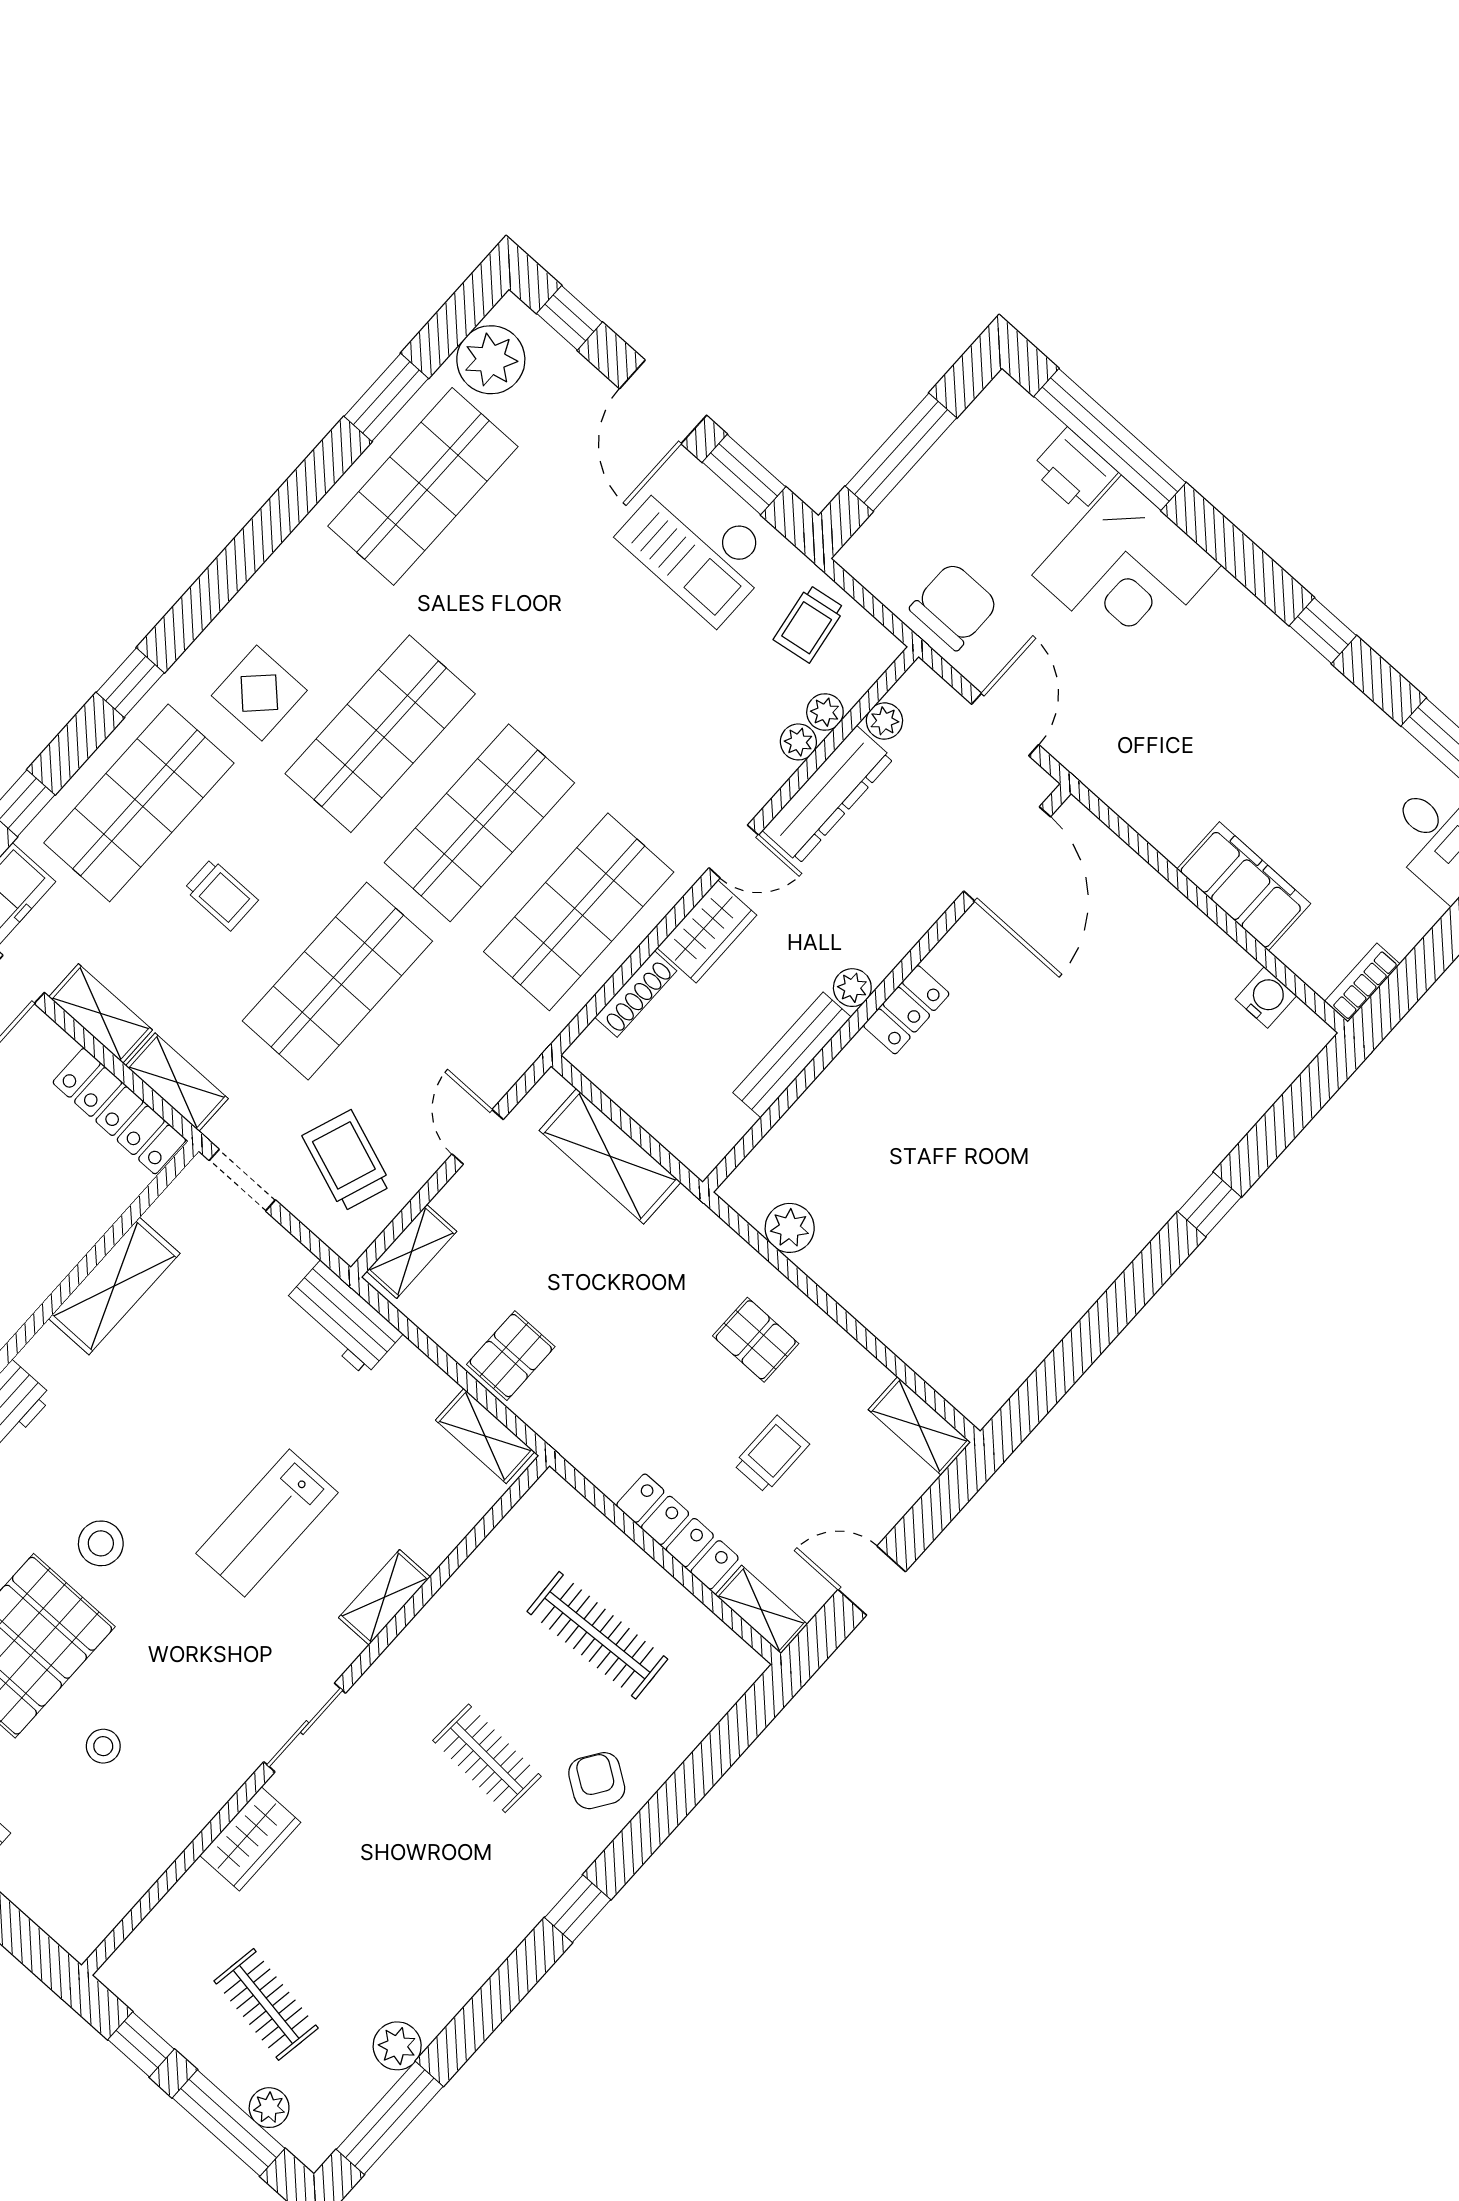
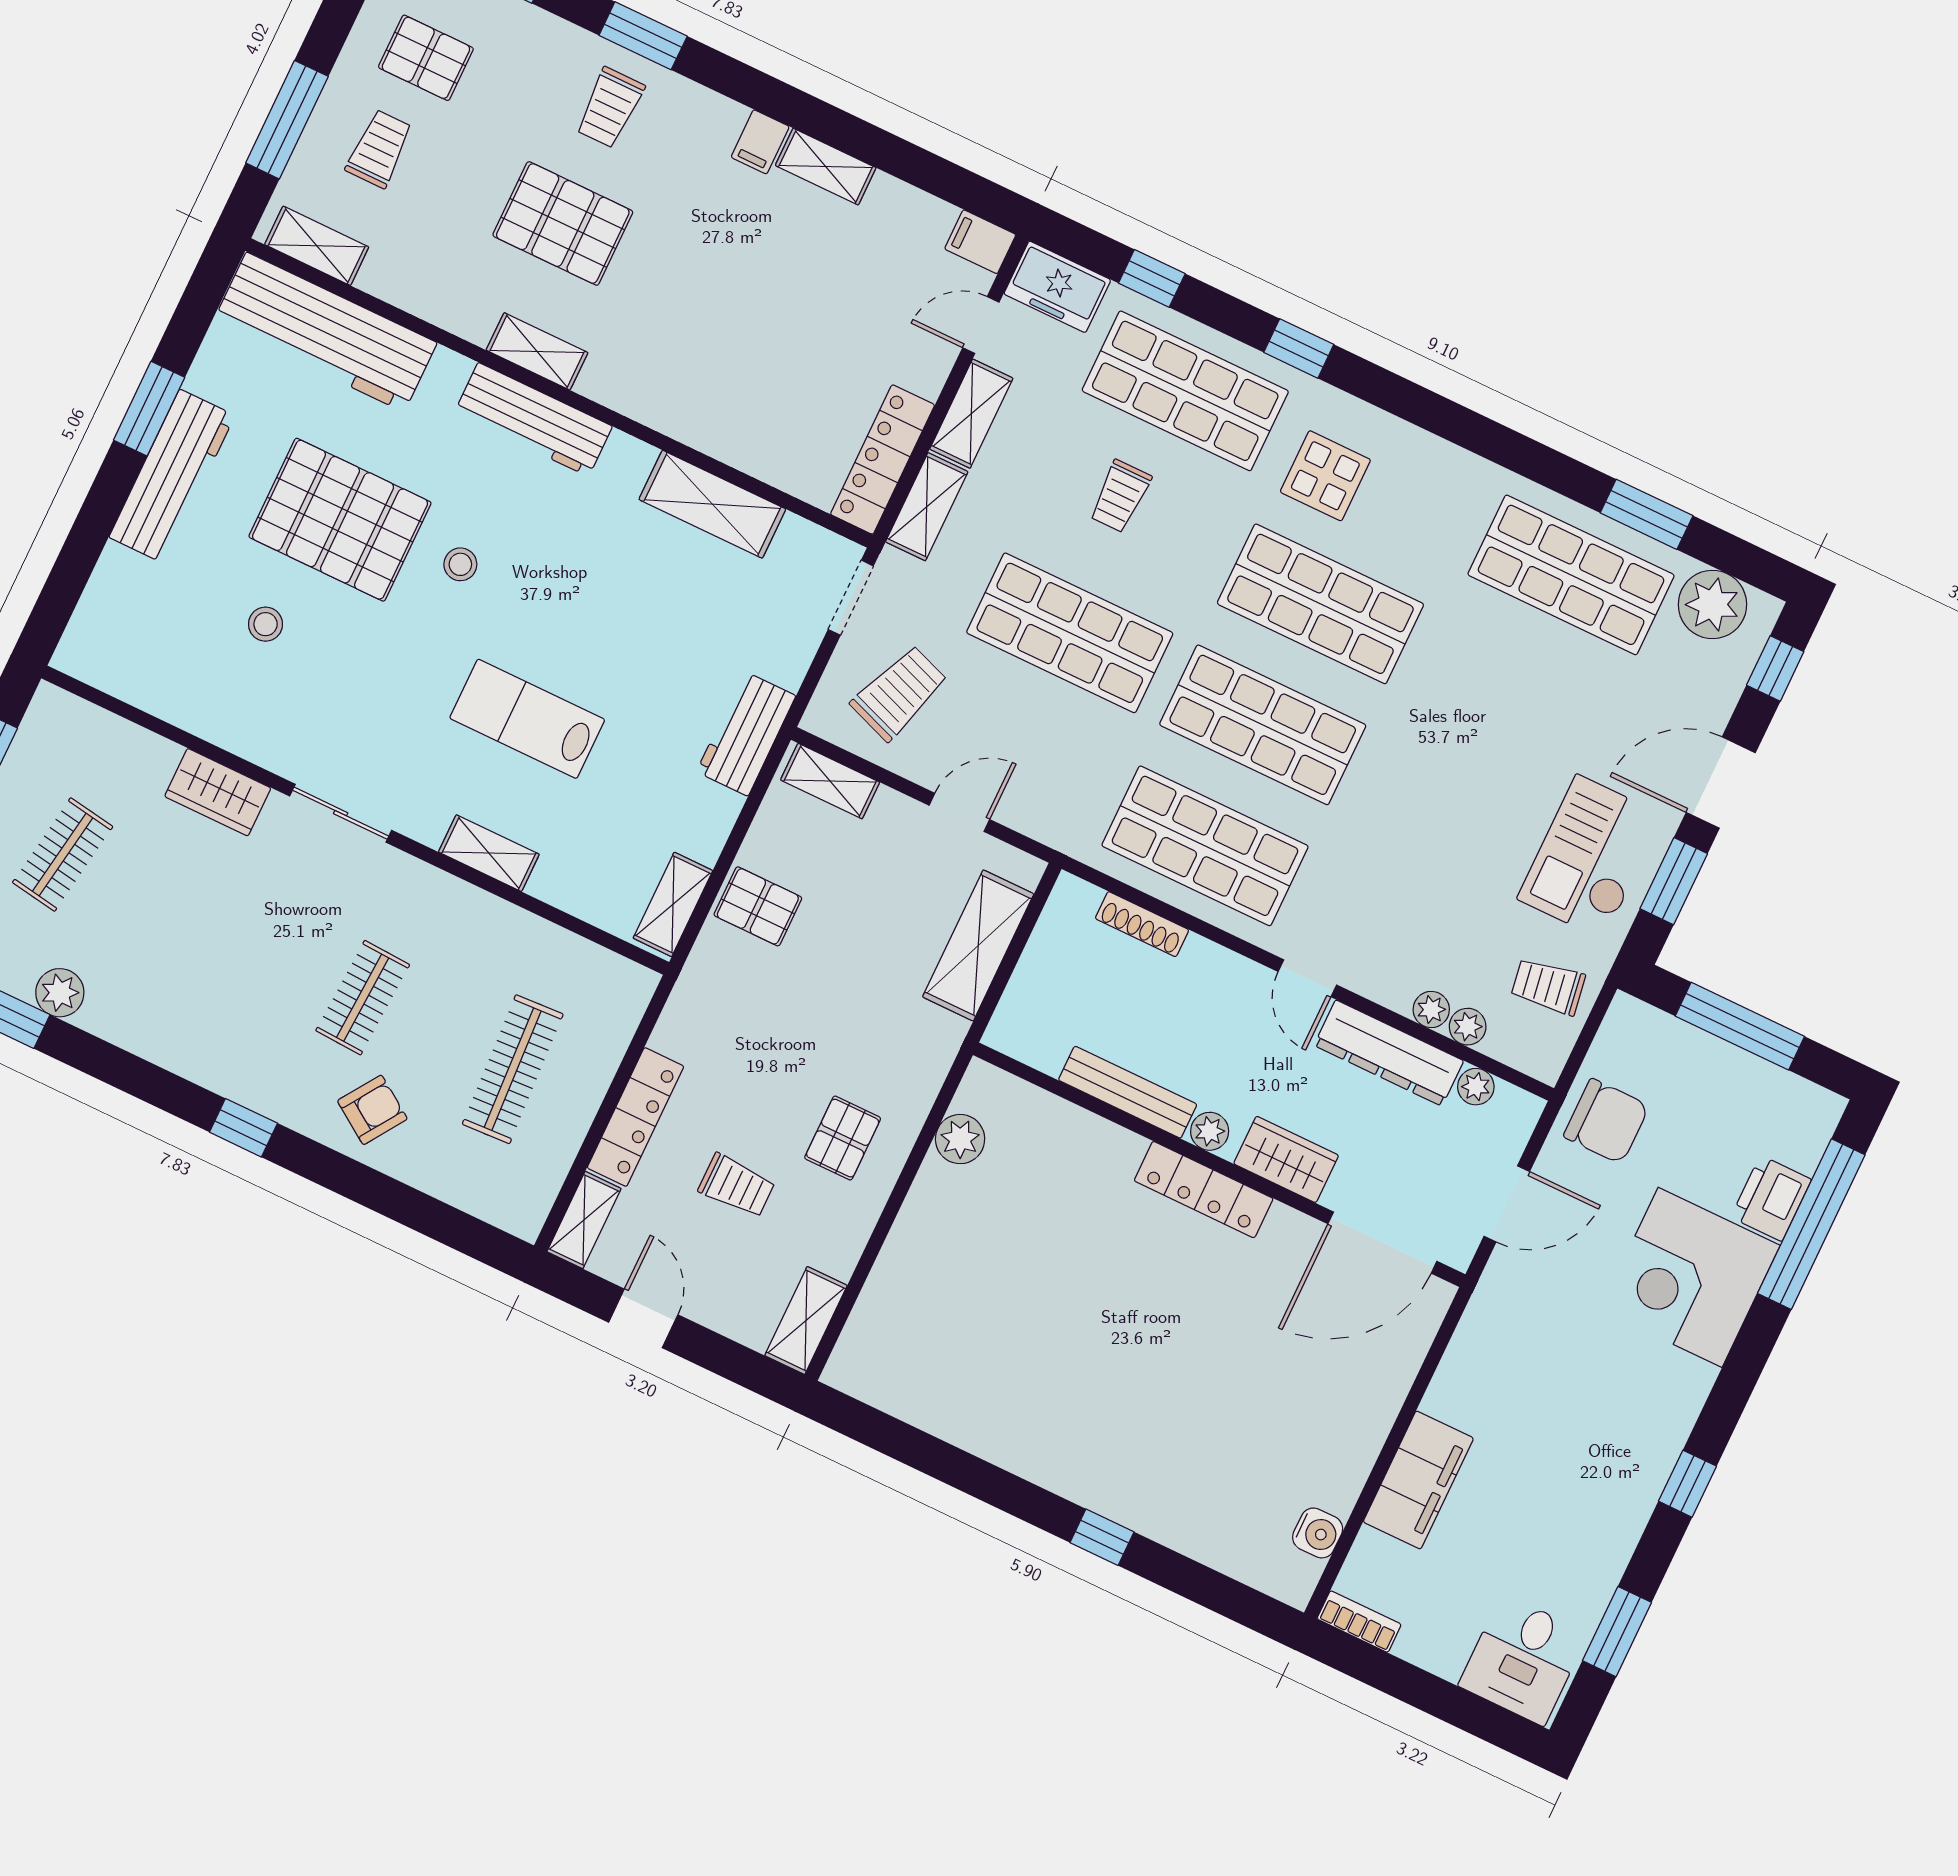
wardrobe: (707, 931) -> (1286, 1159), moved, turned 180
locker: (906, 1010) -> (1204, 1190), width x1.53
stool: (101, 1543) -> (460, 564), width x0.73, depth x0.73

